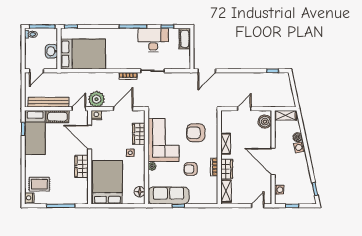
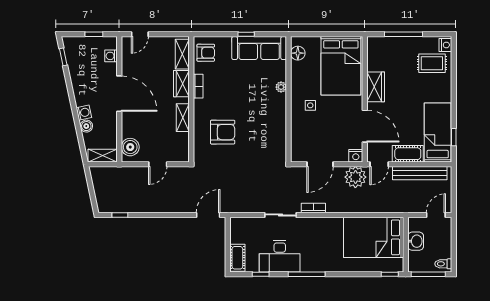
wardrobe: (139, 134) -> (299, 131), removed
corner sofa: (163, 140) -> (266, 122), removed
armchair: (191, 169) -> (206, 53), moved

